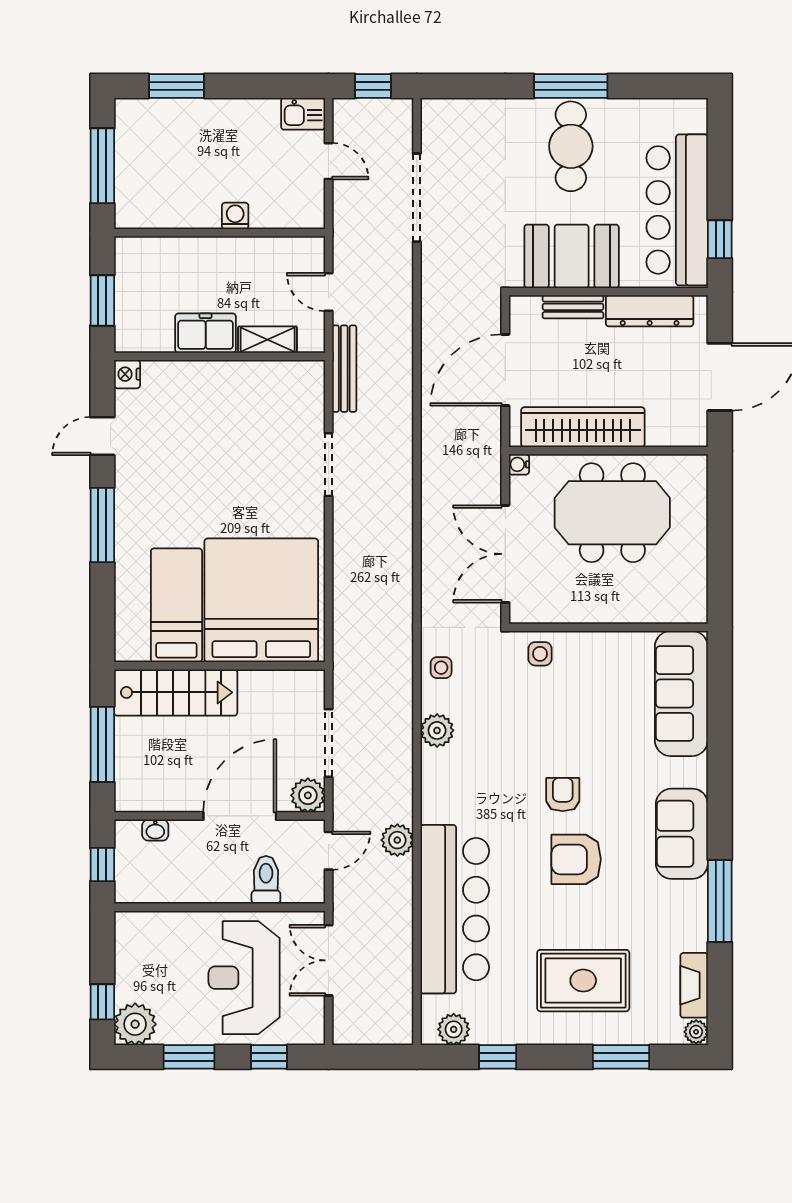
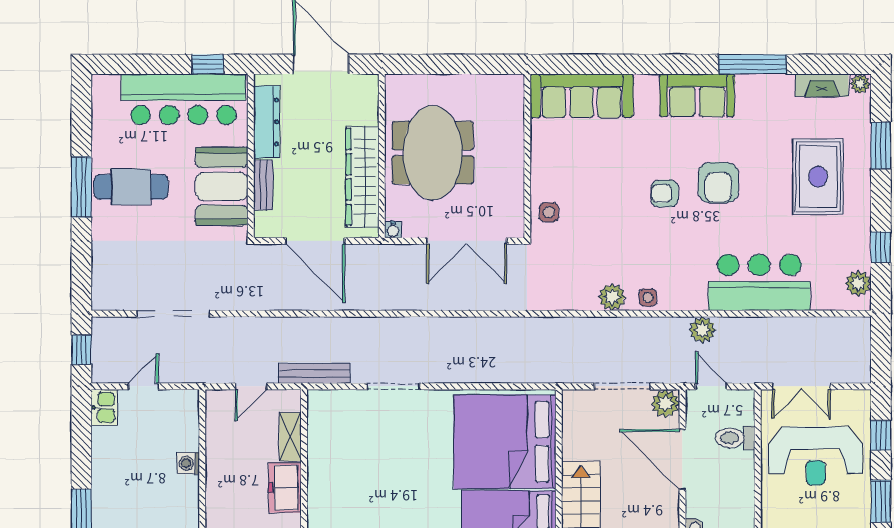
side table: (441, 668) -> (648, 297), moved
bar counter: (455, 909) -> (759, 282), width x0.73

